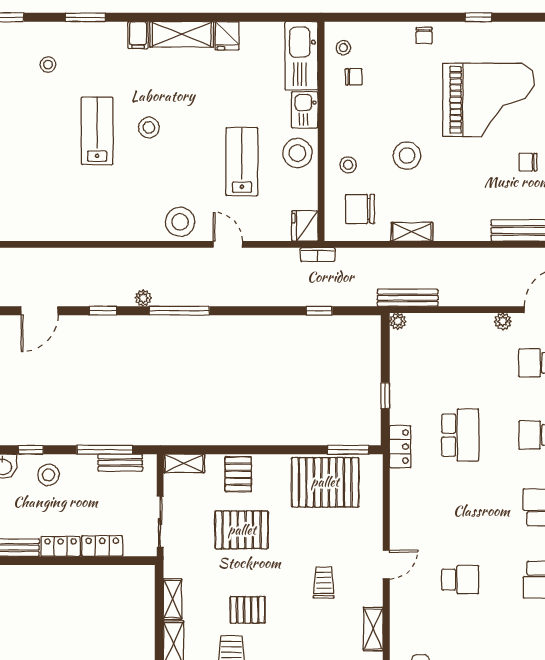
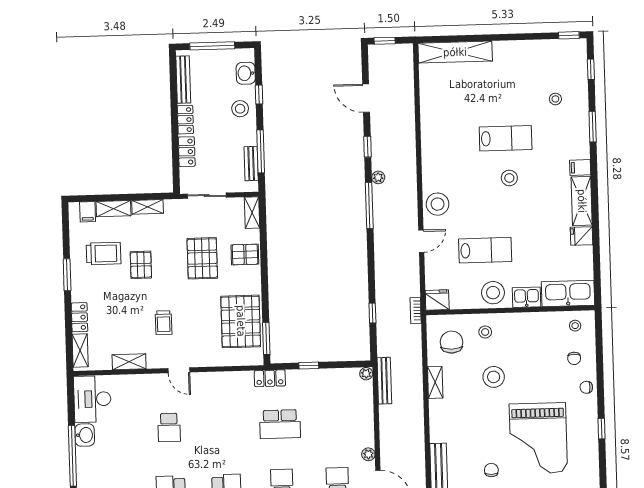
chair: (354, 77) -> (574, 358), moved
trolley: (324, 583) -> (164, 323), turned 90

